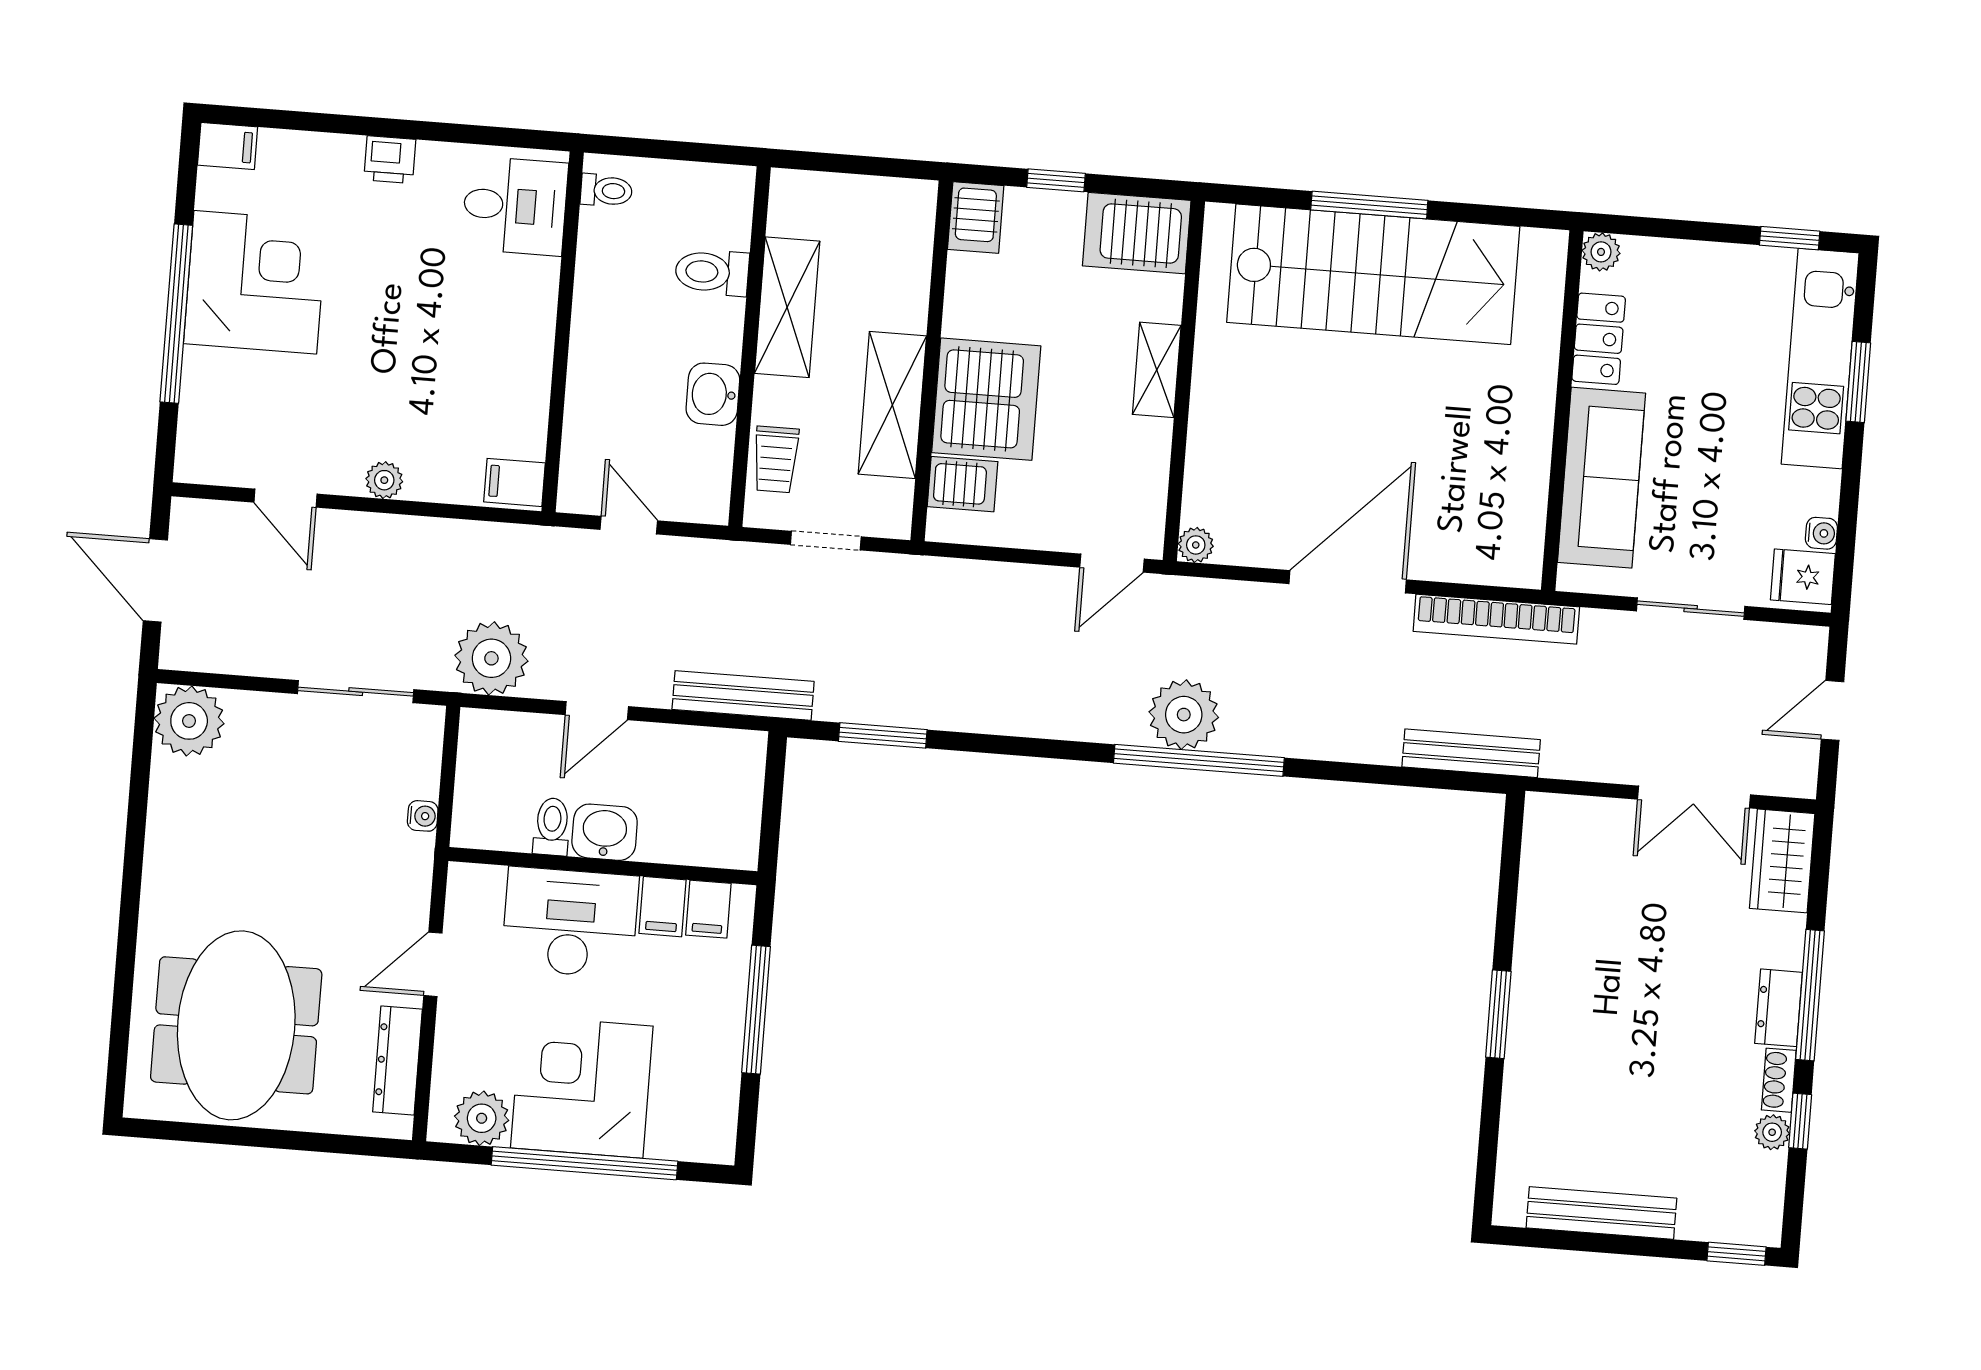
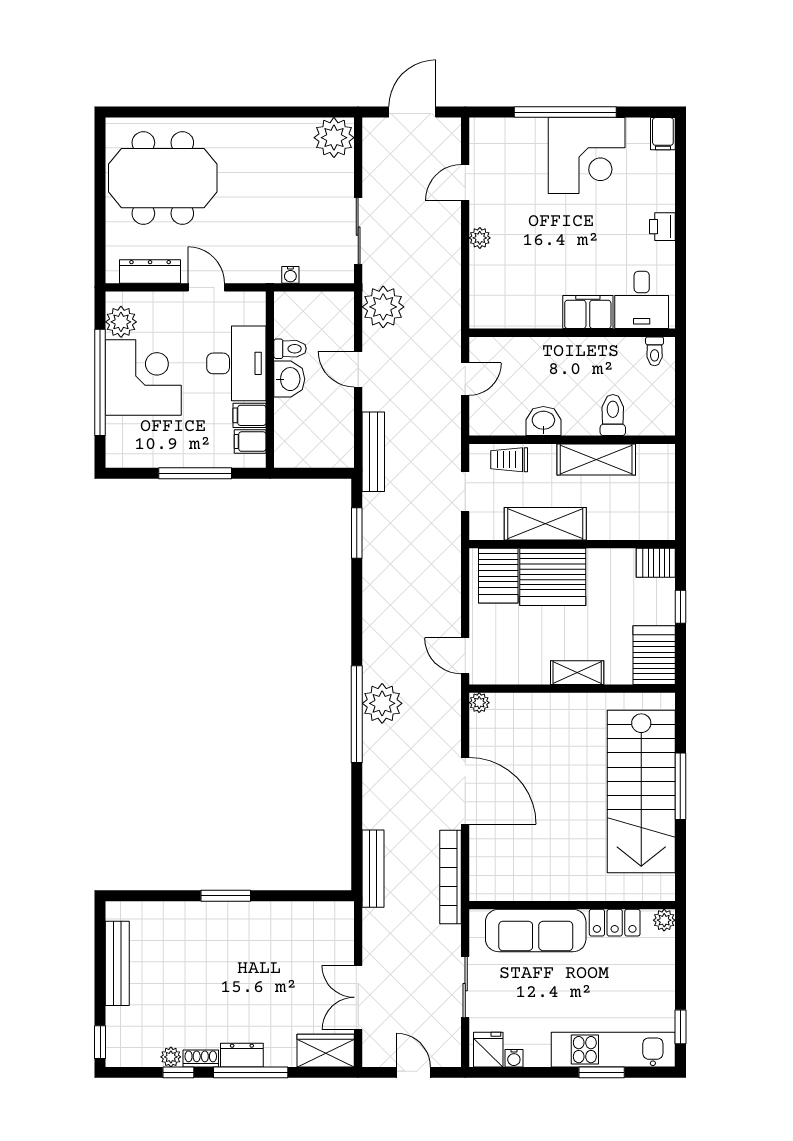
filing cabinet: (514, 482) -> (588, 312), moved, width x2.00
server rack: (963, 484) -> (498, 576), width x1.36, depth x1.44

